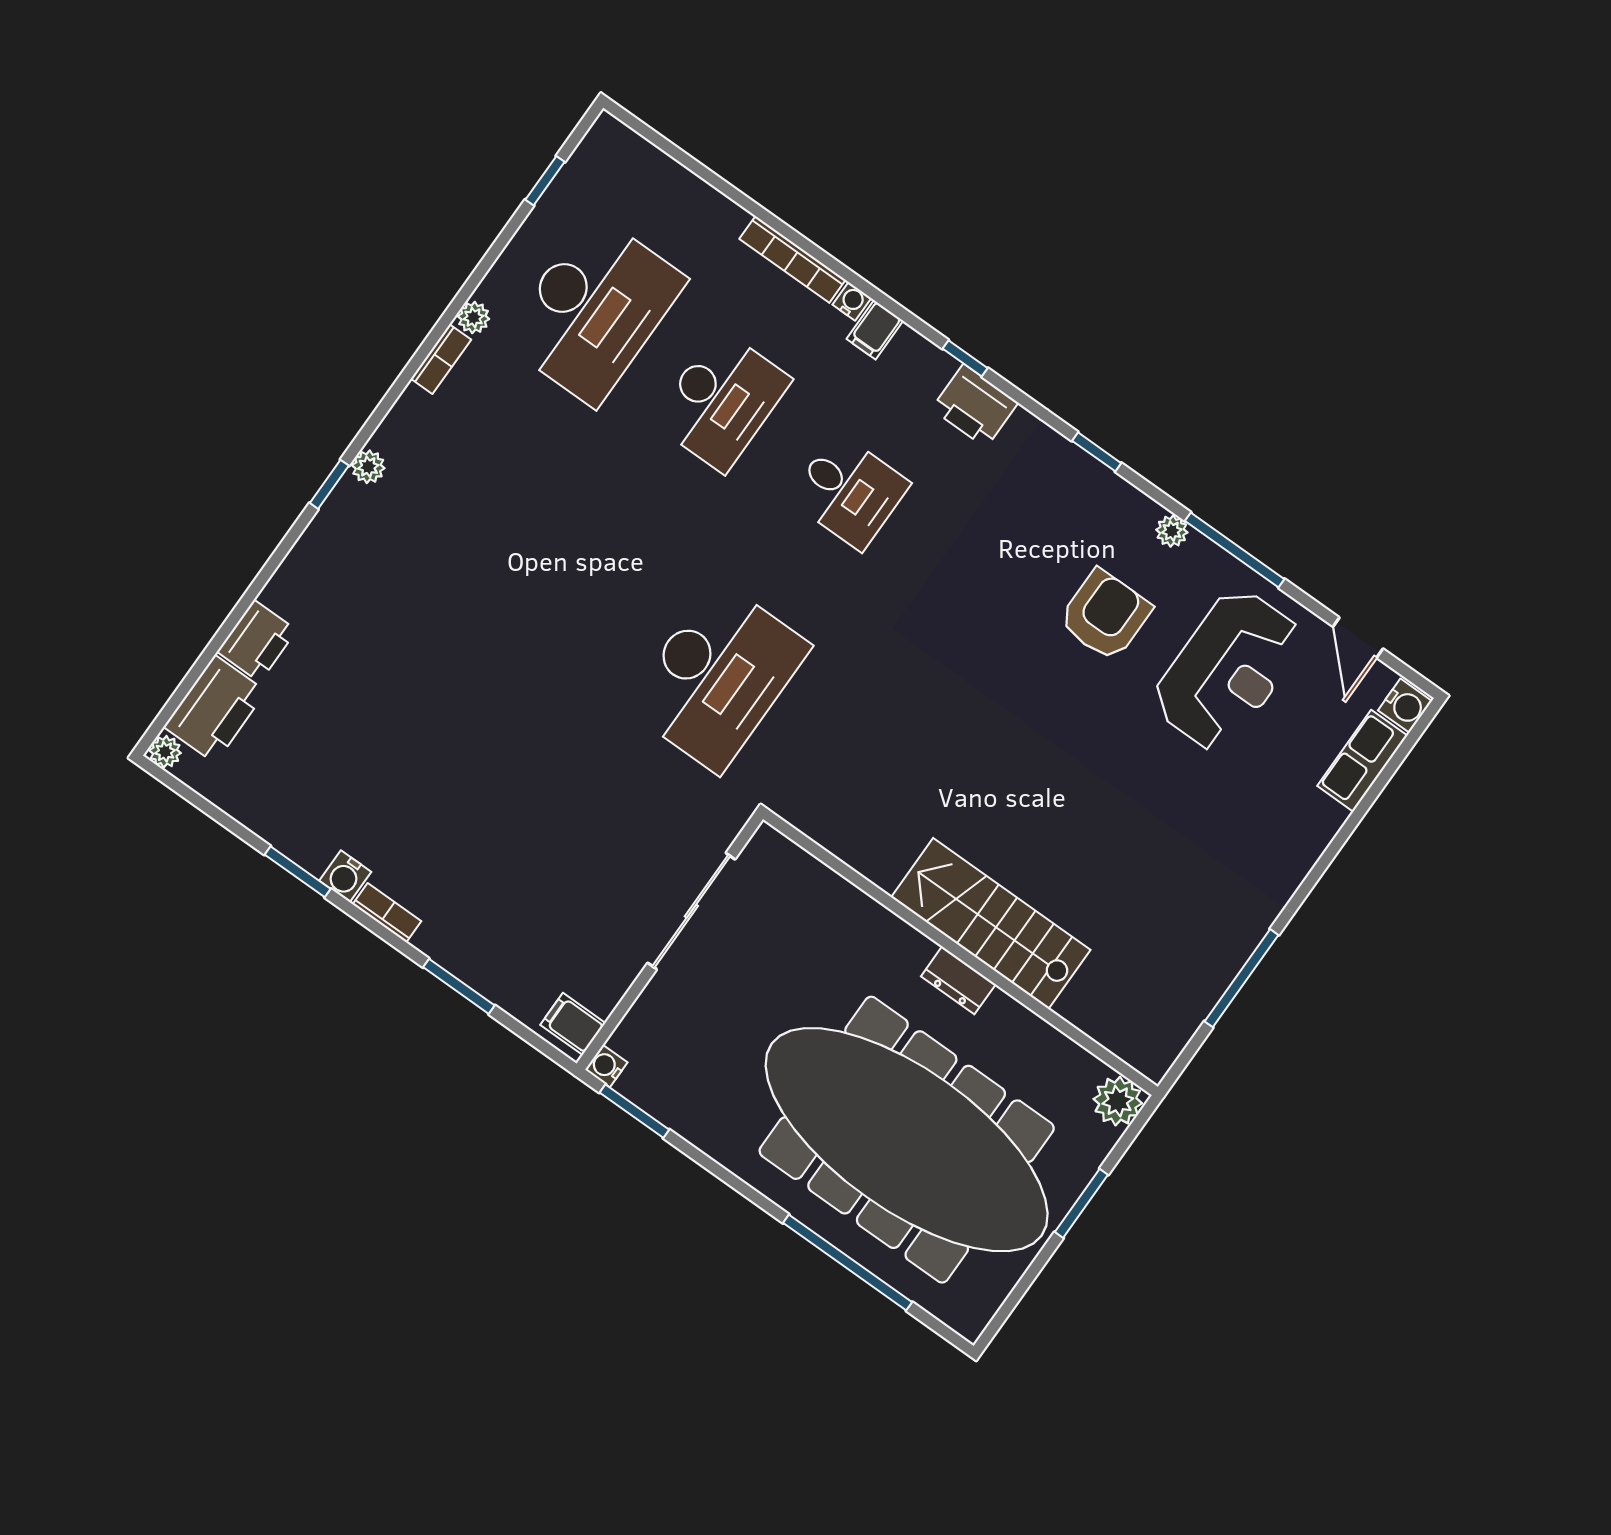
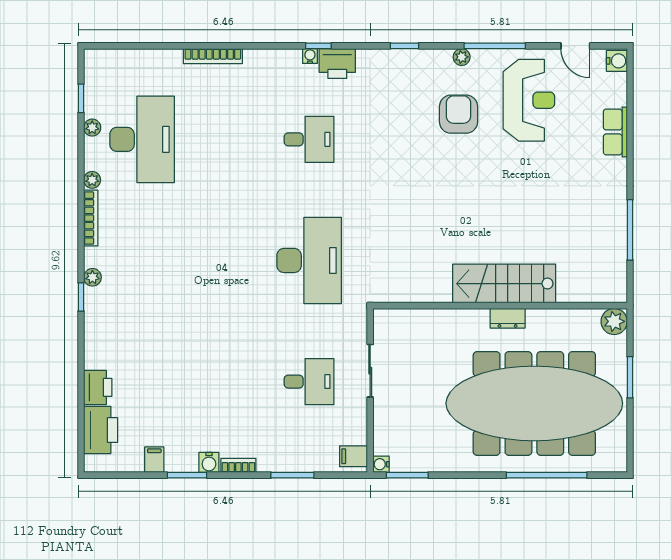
water cooler: (852, 301) -> (310, 56), moved
filing cabinet: (875, 330) -> (154, 460), moved, turned 180
bookcase: (441, 359) -> (91, 218), width x1.56
desk: (722, 401) -> (309, 382), moved, width x0.73
plant: (165, 752) -> (92, 128), moved
row of seats: (1362, 761) -> (615, 132), moved
sliding door: (691, 911) -> (370, 371), width x0.73

